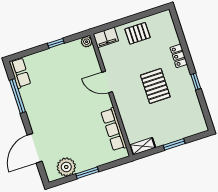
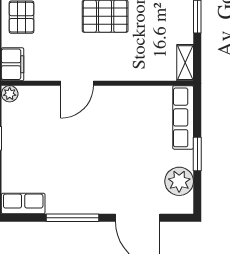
window: (18, 96) -> (73, 218), moved
row of seats: (114, 129) -> (183, 117), moved, turned 90

